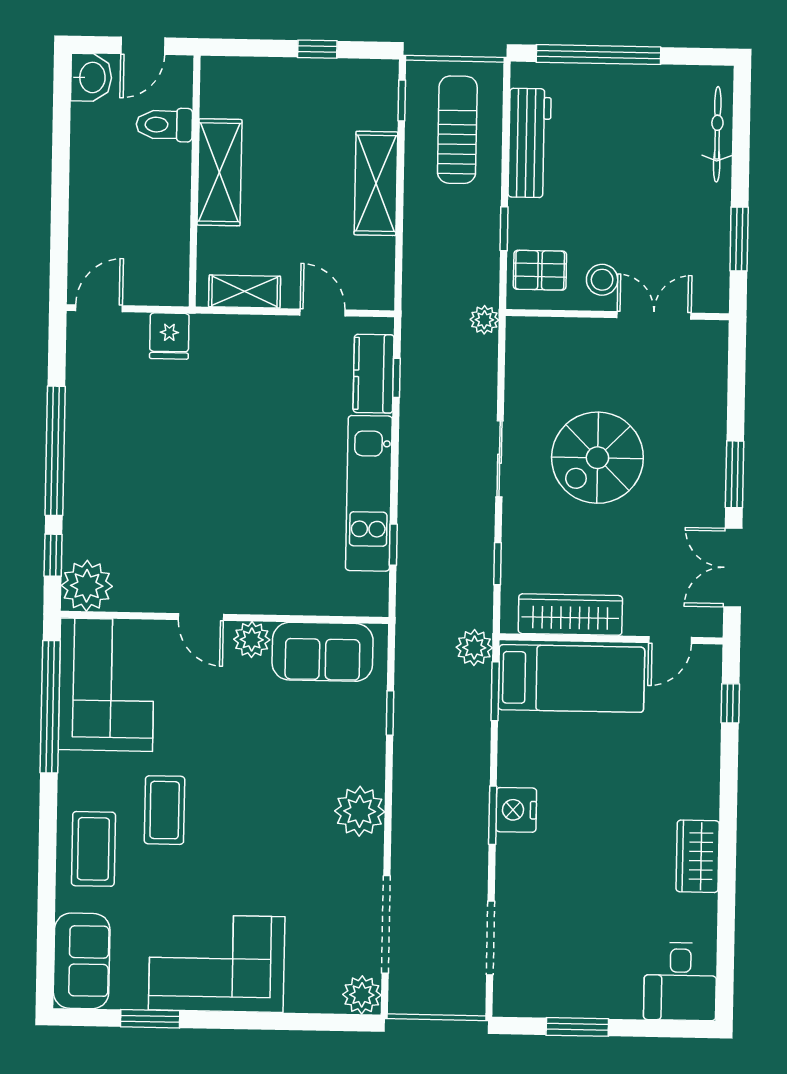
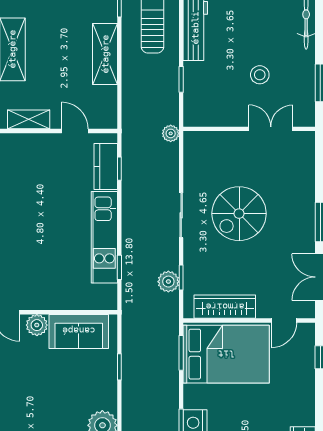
pallet: (540, 270) -> (203, 104), removed
stool: (602, 280) -> (260, 75), moved
plant: (474, 648) -> (168, 282), moved
bed: (571, 678) -> (226, 354), width x1.50

